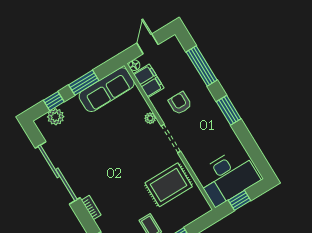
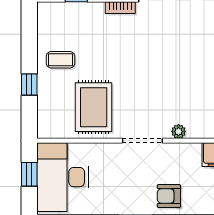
armchair: (180, 103) -> (169, 196), moved, turned 180

